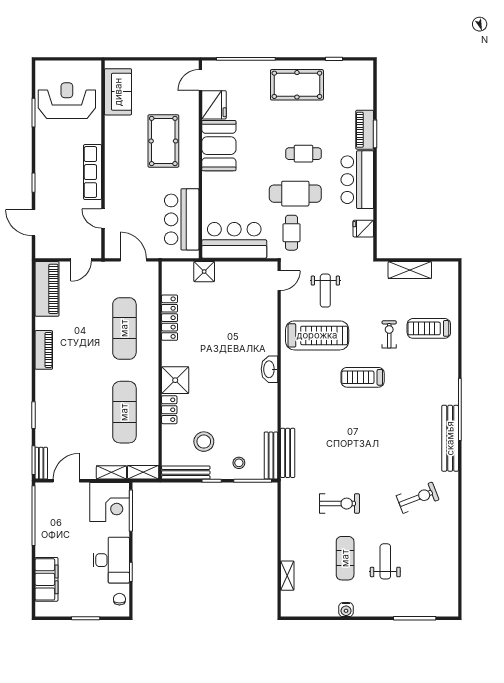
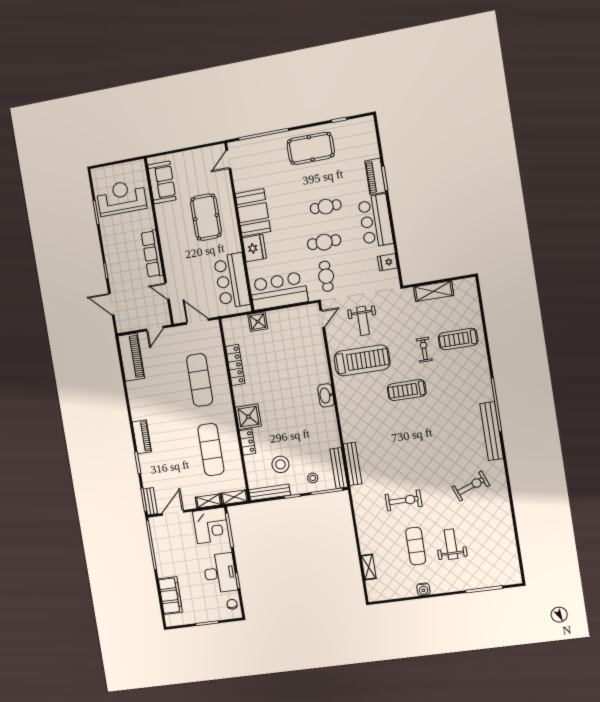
fridge: (214, 105) -> (254, 248), moved
cafe table: (295, 194) -> (324, 242), width x0.73, depth x0.74
piano: (44, 350) -> (142, 437), moved

